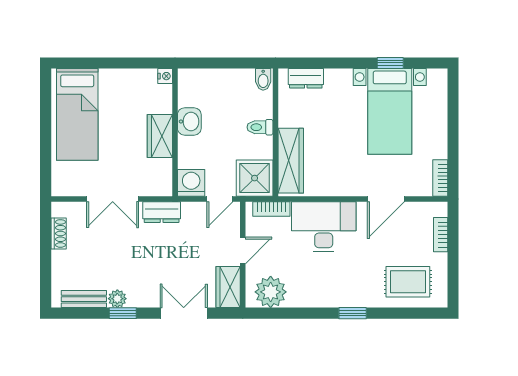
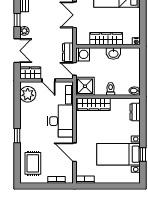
wardrobe: (160, 136) -> (106, 39), width x1.50
dresser: (162, 212) -> (68, 52), moved
plant: (117, 299) -> (24, 31), moved

